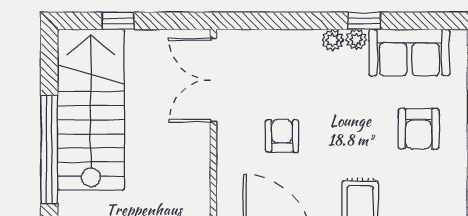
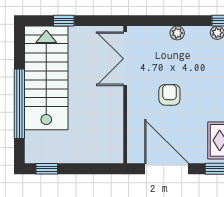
plant: (333, 40) -> (177, 33), moved

